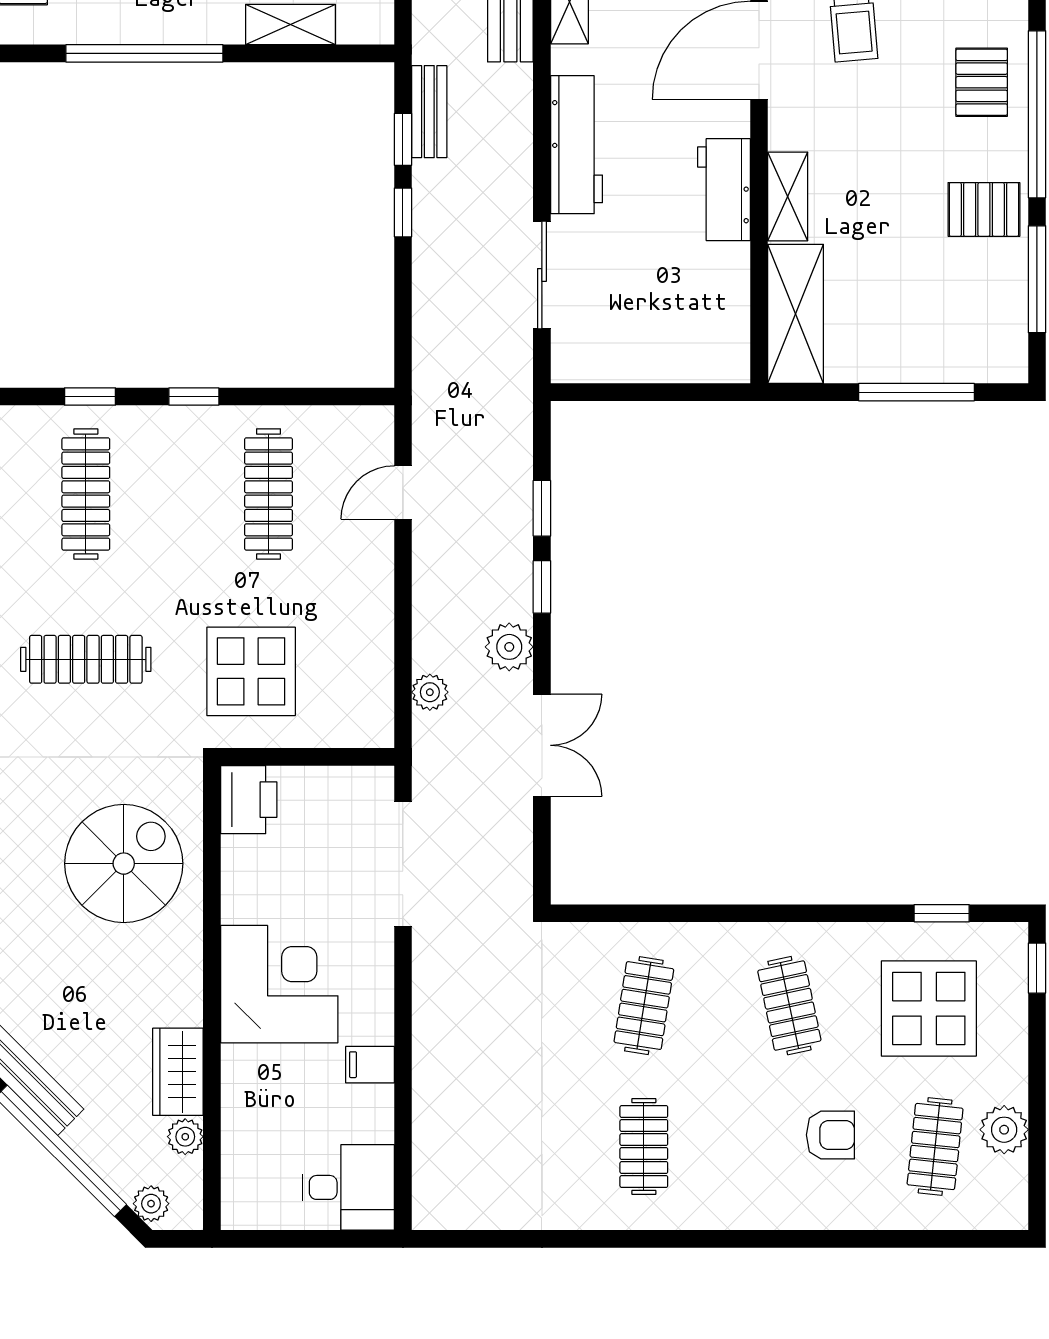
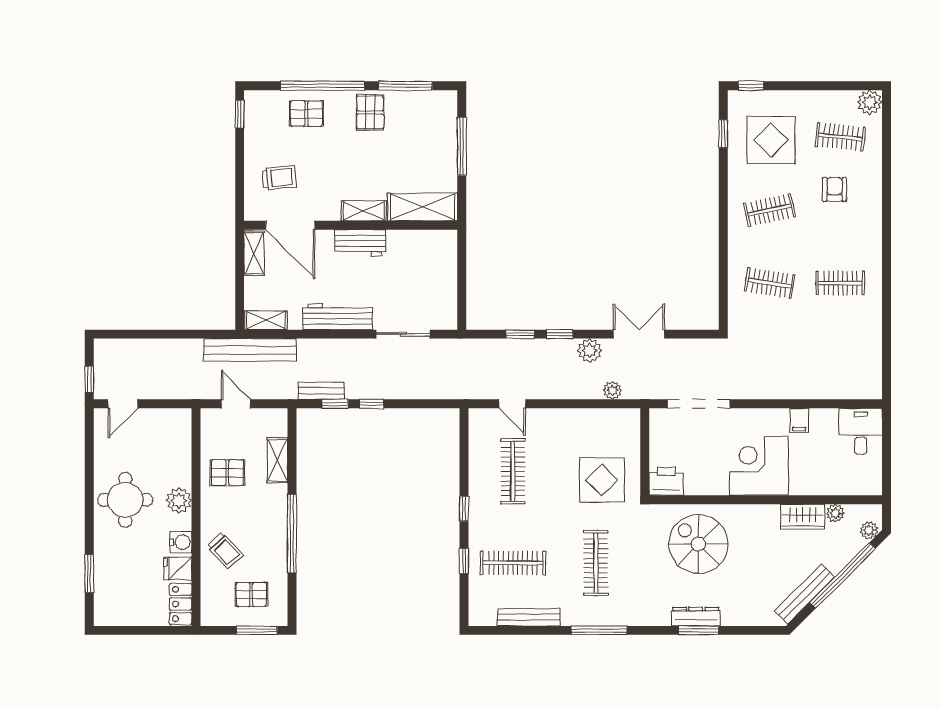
clothes rail: (268, 494) -> (513, 471), turned 90
plant: (1004, 1130) -> (870, 102), moved

